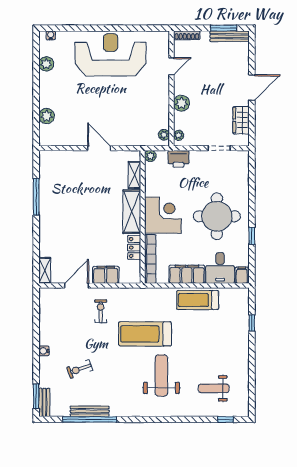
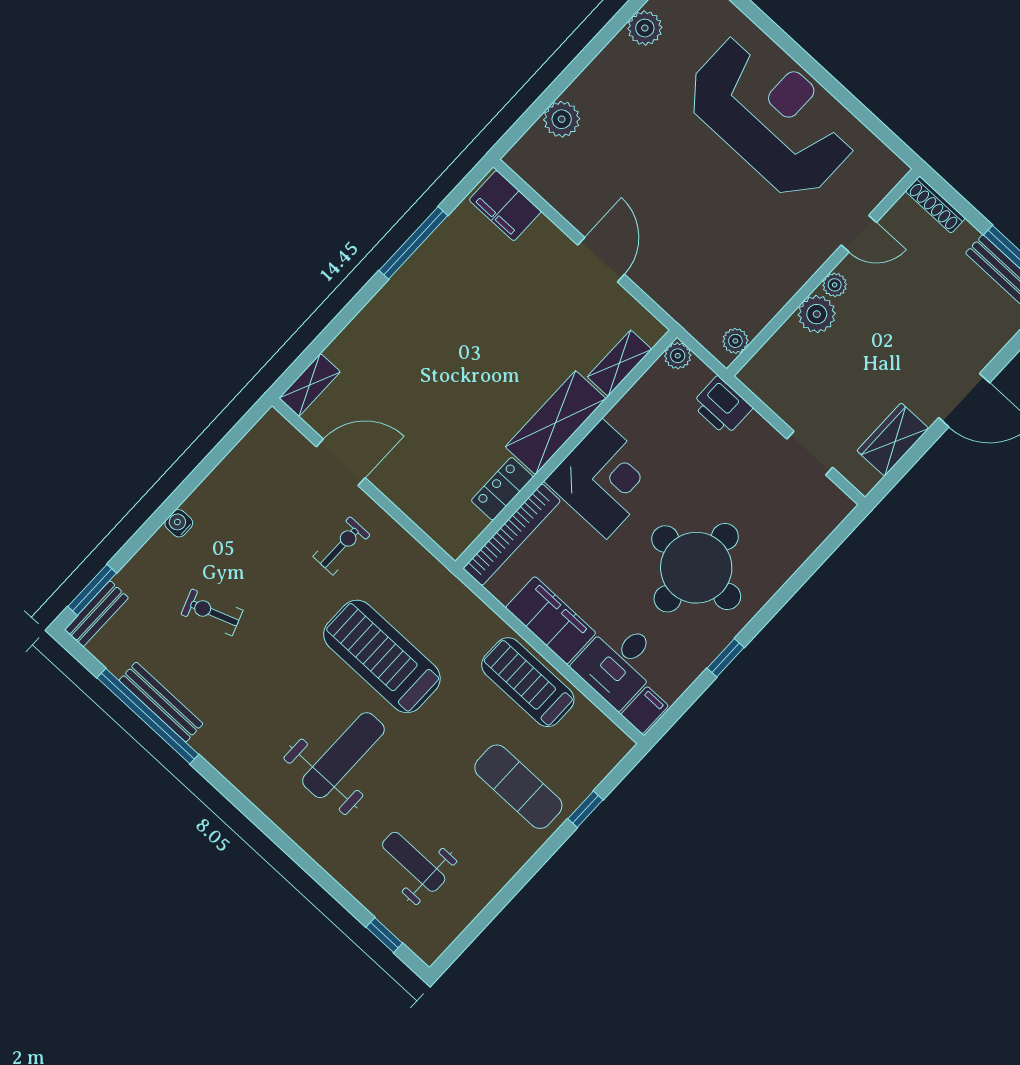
plant: (179, 135) -> (835, 285), moved
filing cabinet: (106, 275) -> (505, 206), moved, turned 180
exercise mat: (225, 335) -> (518, 787), added

